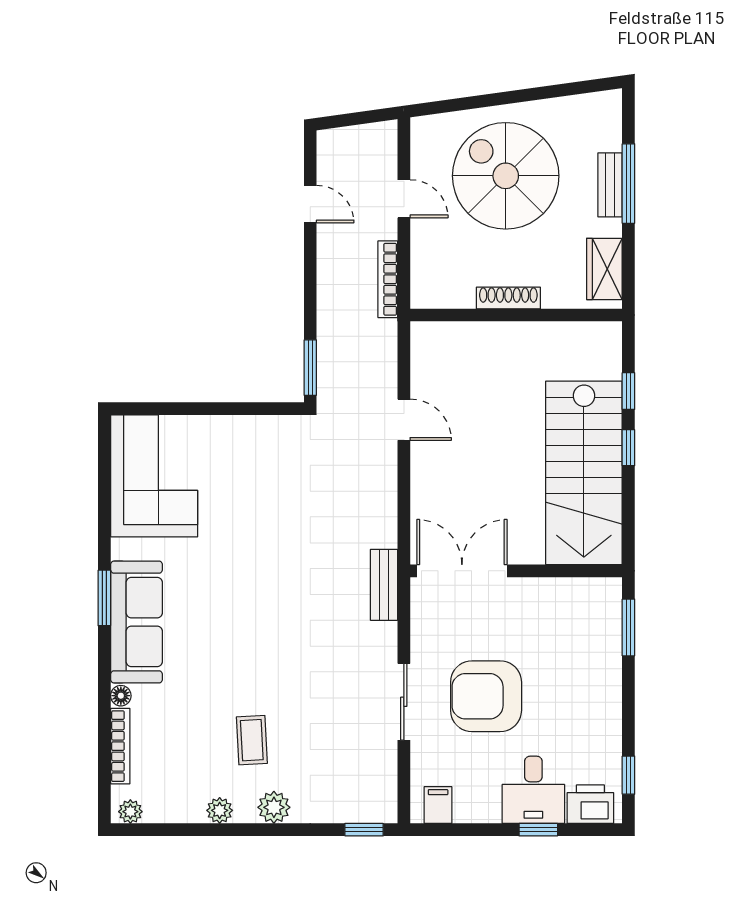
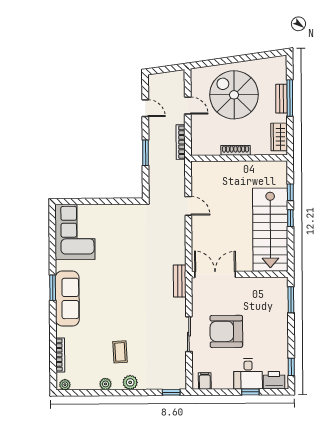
window: (310, 368) -> (145, 153), moved
floor lamp: (121, 696) -> (60, 332), removed

